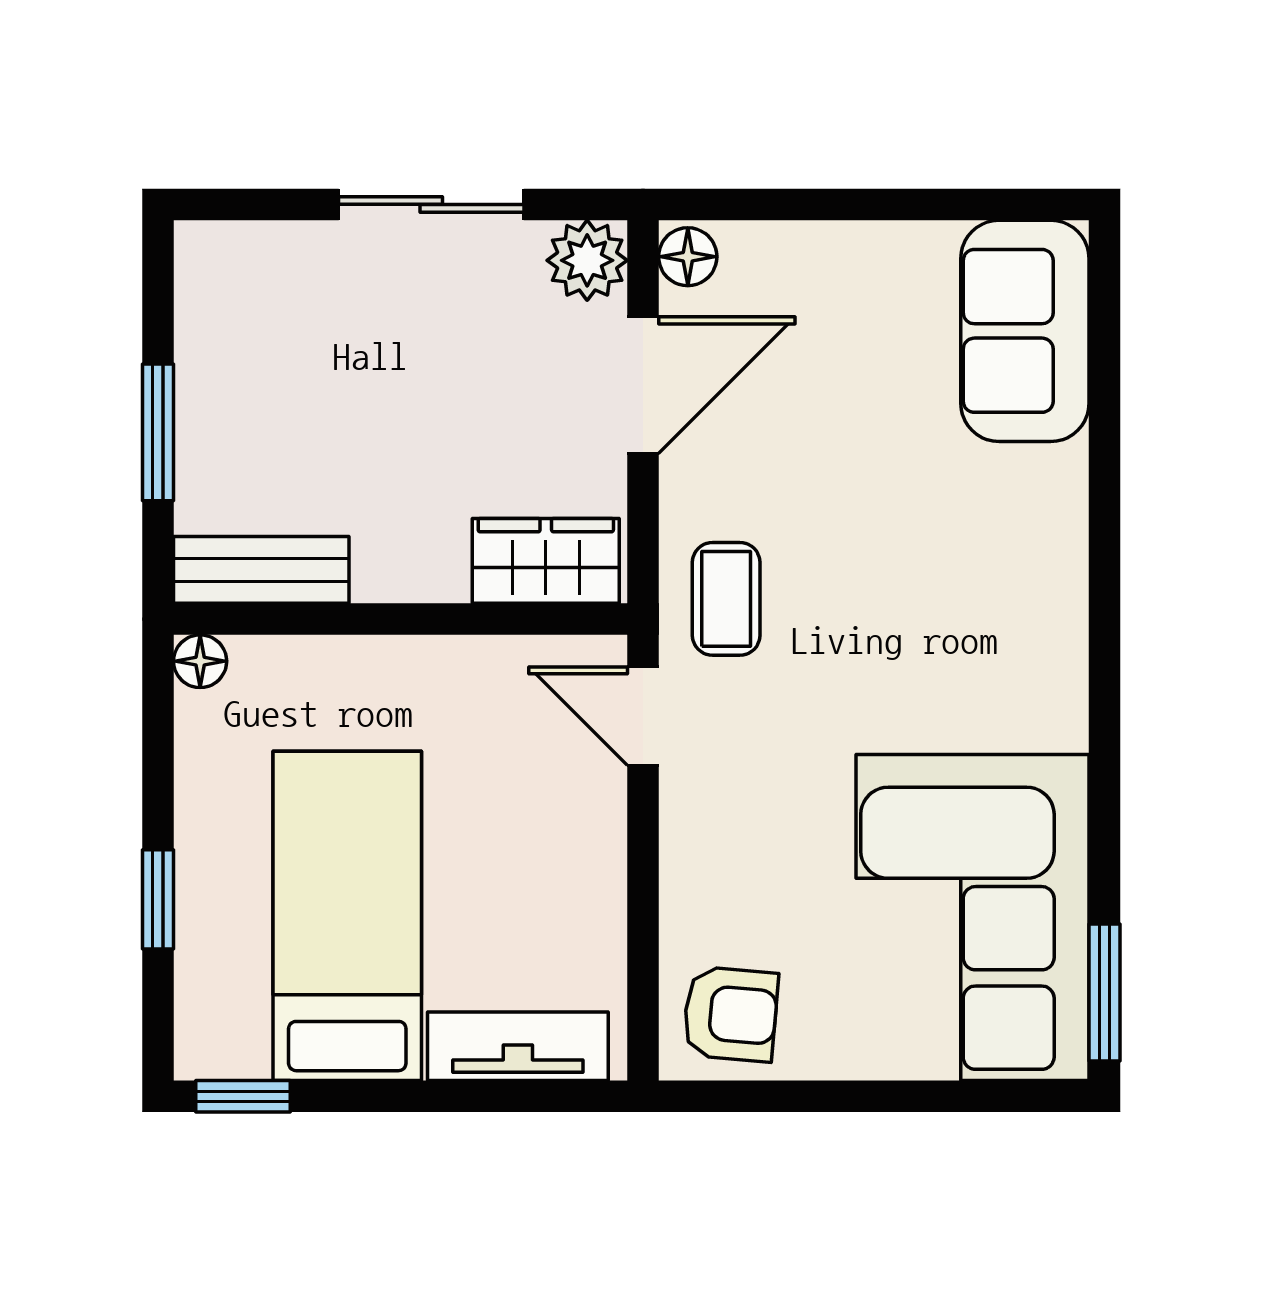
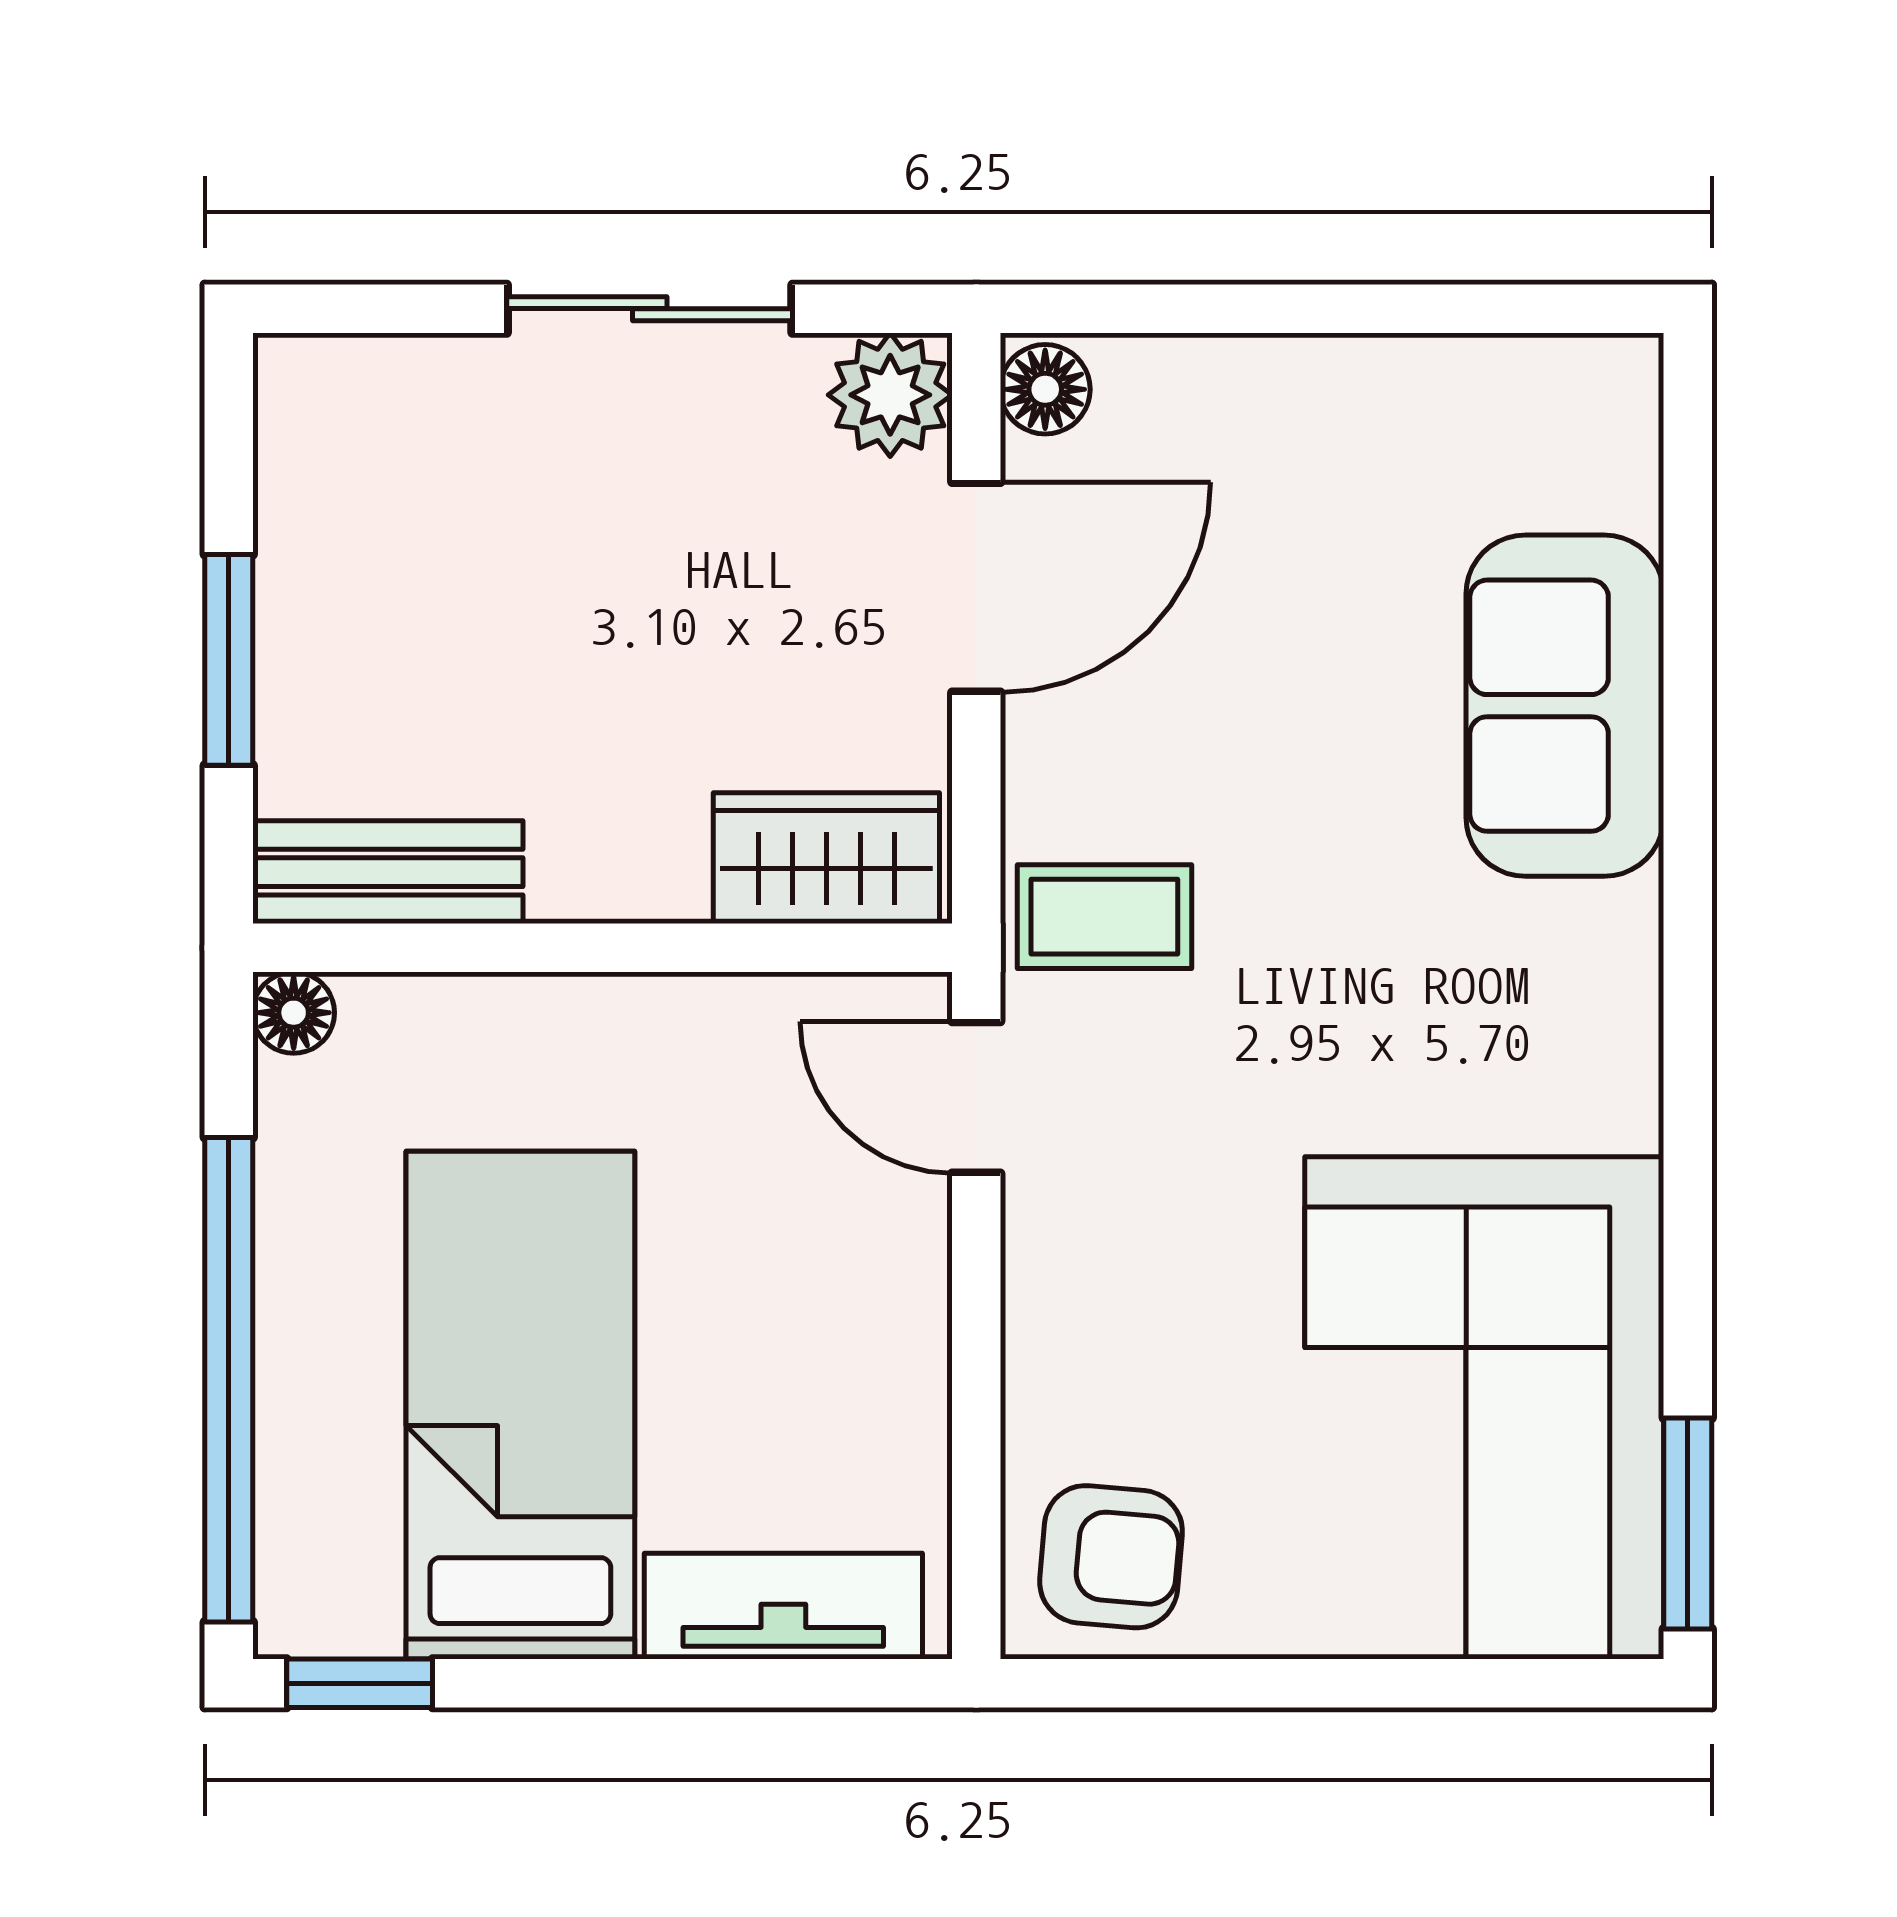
sofa: (1025, 331) -> (1565, 706), moved
coffee table: (726, 599) -> (1104, 917), turned 90
window: (158, 899) -> (229, 1380), width x3.17

